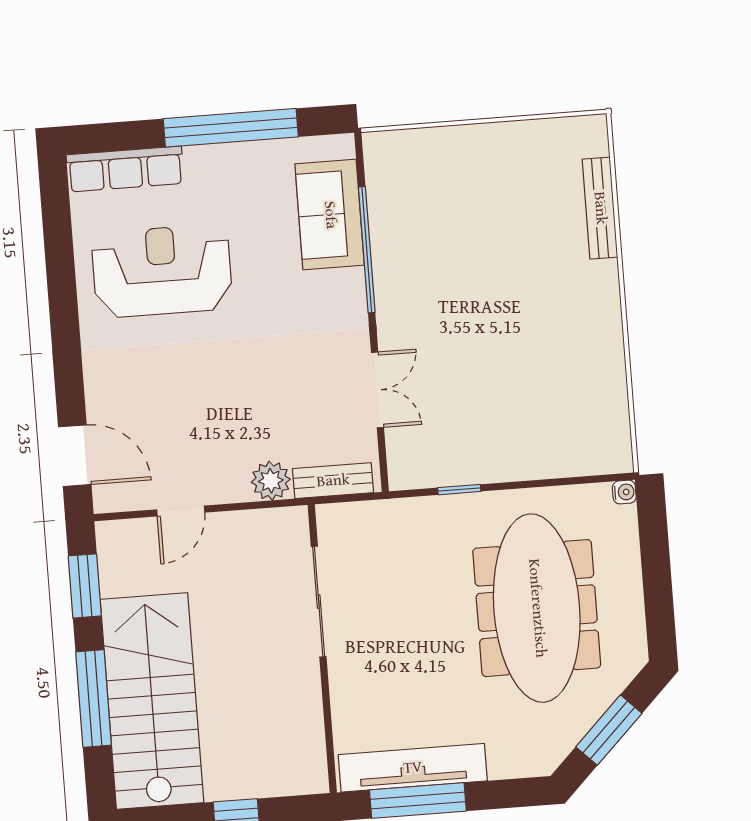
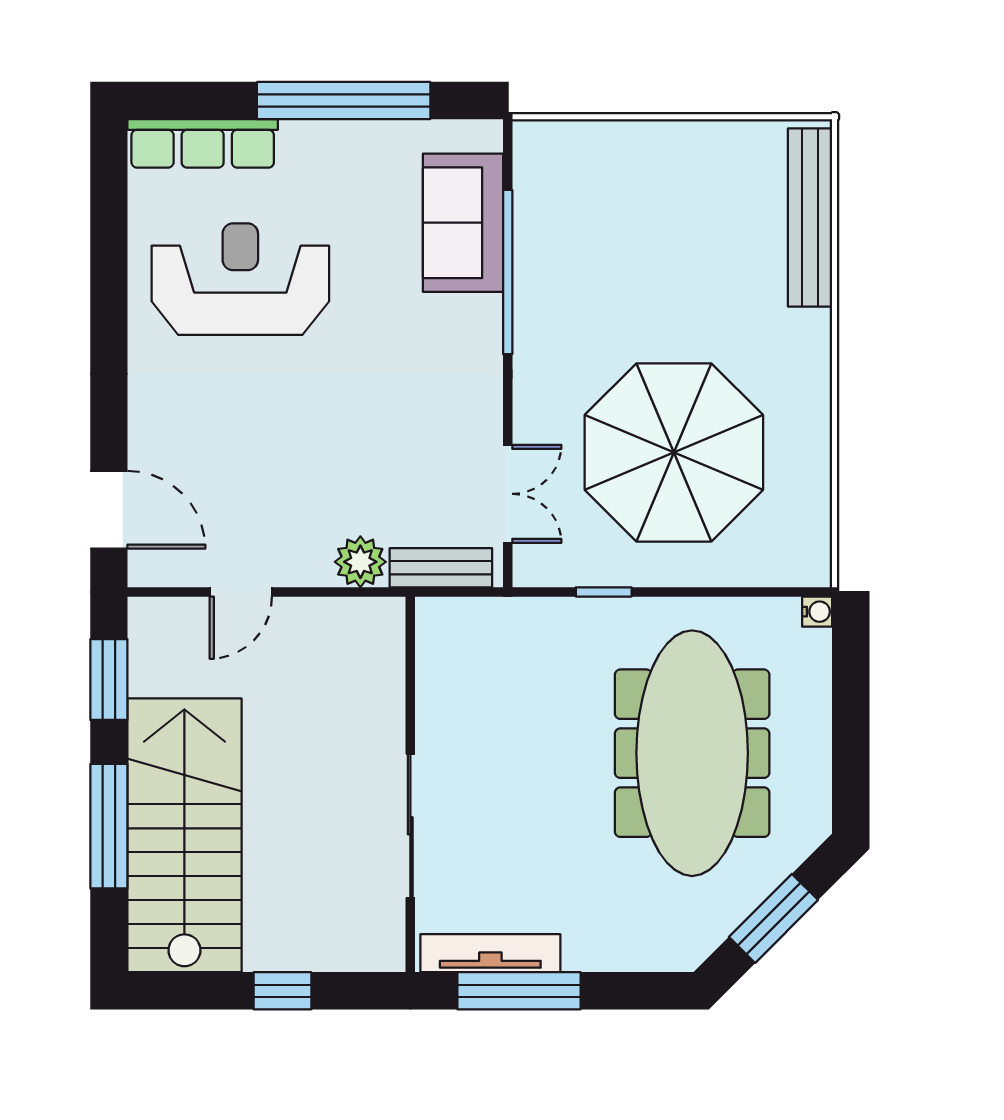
bench: (600, 208) -> (810, 218), width x1.37, depth x1.21
parasol: (505, 378) -> (674, 452), added
double door: (378, 390) -> (508, 494), moved
sliding door: (319, 602) -> (410, 826), moved
tv unit: (413, 768) -> (490, 953), width x0.73, depth x0.78

